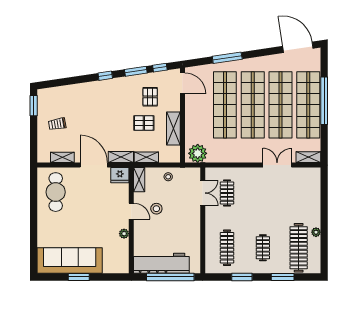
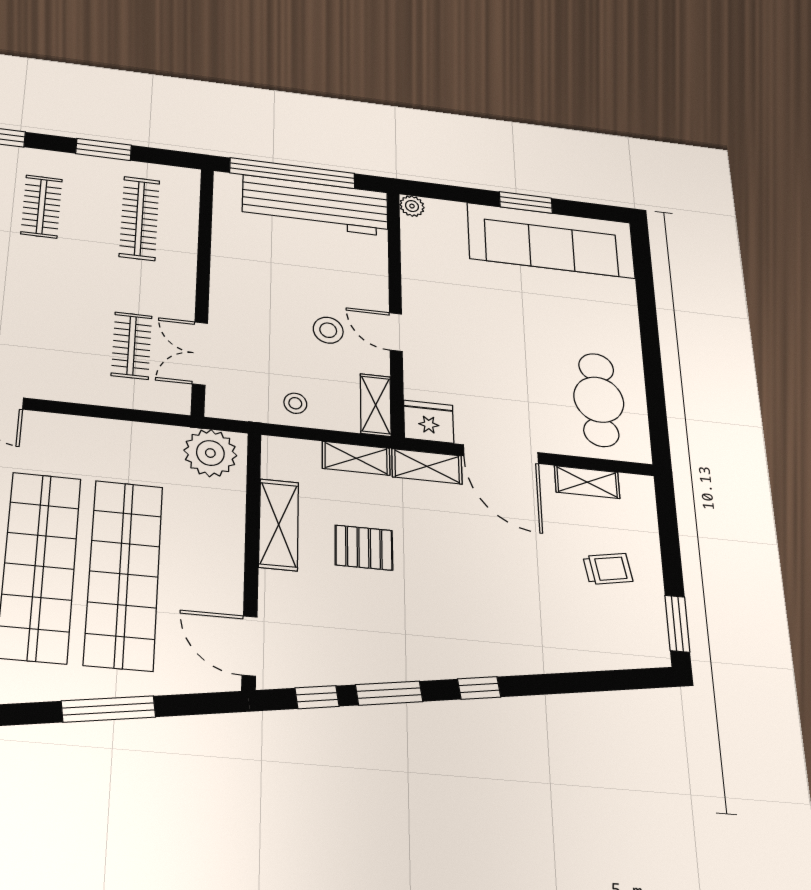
pallet: (150, 97) -> (346, 617), removed
plant: (124, 234) -> (412, 206), moved

